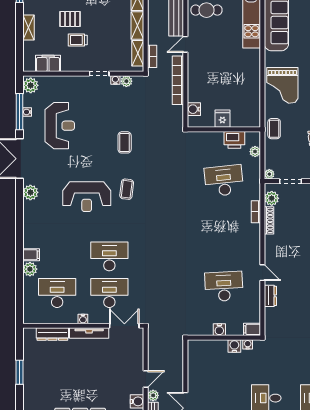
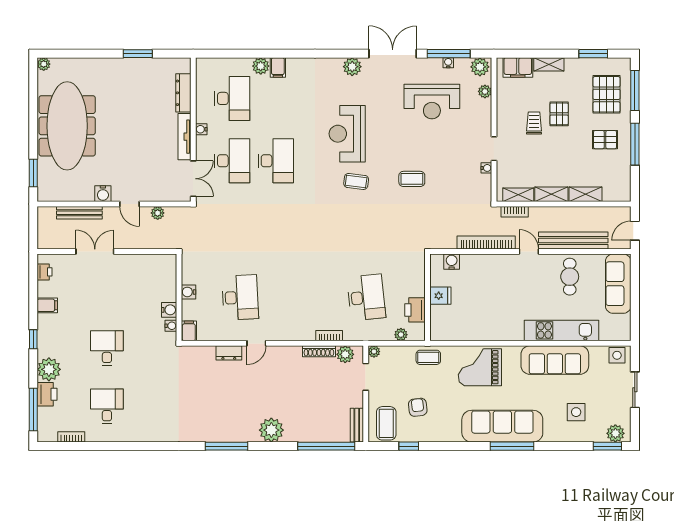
filing cabinet: (48, 63) -> (518, 67), moved, turned 90
plant: (126, 81) -> (485, 91), moved
plant: (153, 395) -> (158, 213), moved

